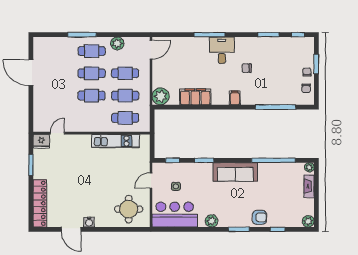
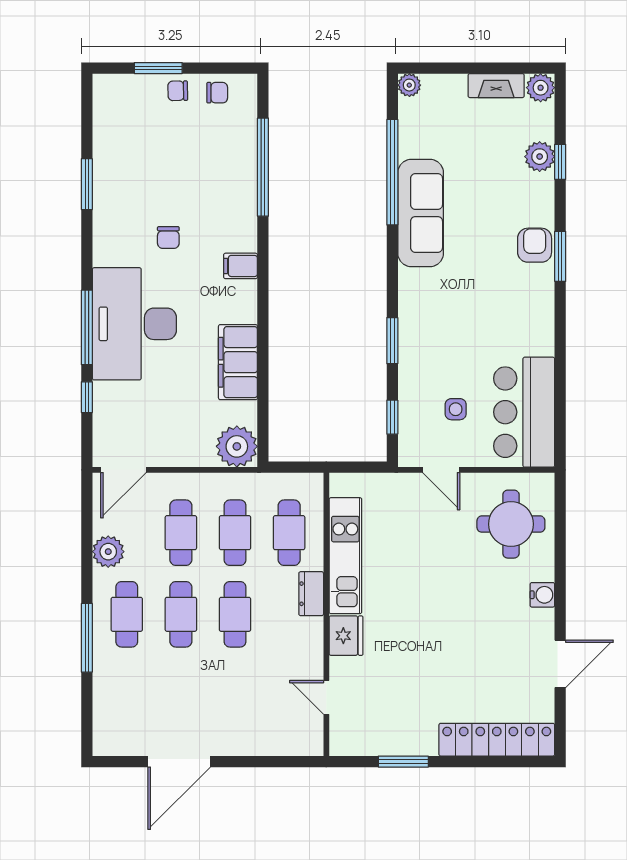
window: (298, 35) -> (87, 397), moved
door: (151, 50) -> (123, 470), swing flipped
desk: (222, 50) -> (134, 324), width x1.87, depth x1.30
dresser: (100, 127) -> (311, 594), added
fridge: (41, 141) -> (346, 636), moved
sofa: (235, 172) -> (421, 213), moved
fireplace: (309, 186) -> (496, 86), moved
armchair: (259, 217) -> (535, 245), moved
plant: (212, 221) -> (540, 157), moved
water cooler: (89, 222) -> (542, 595), moved

